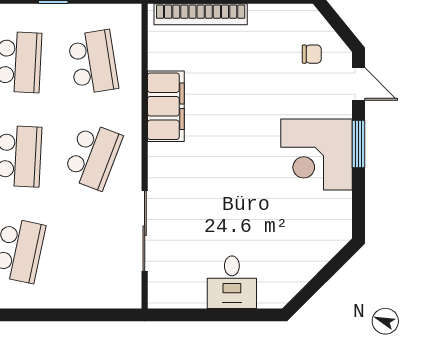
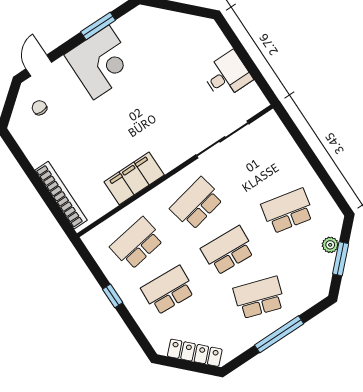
window: (359, 144) -> (98, 26), moved
school desk: (93, 156) -> (197, 204), turned -33
desk: (232, 282) -> (227, 75), moved

